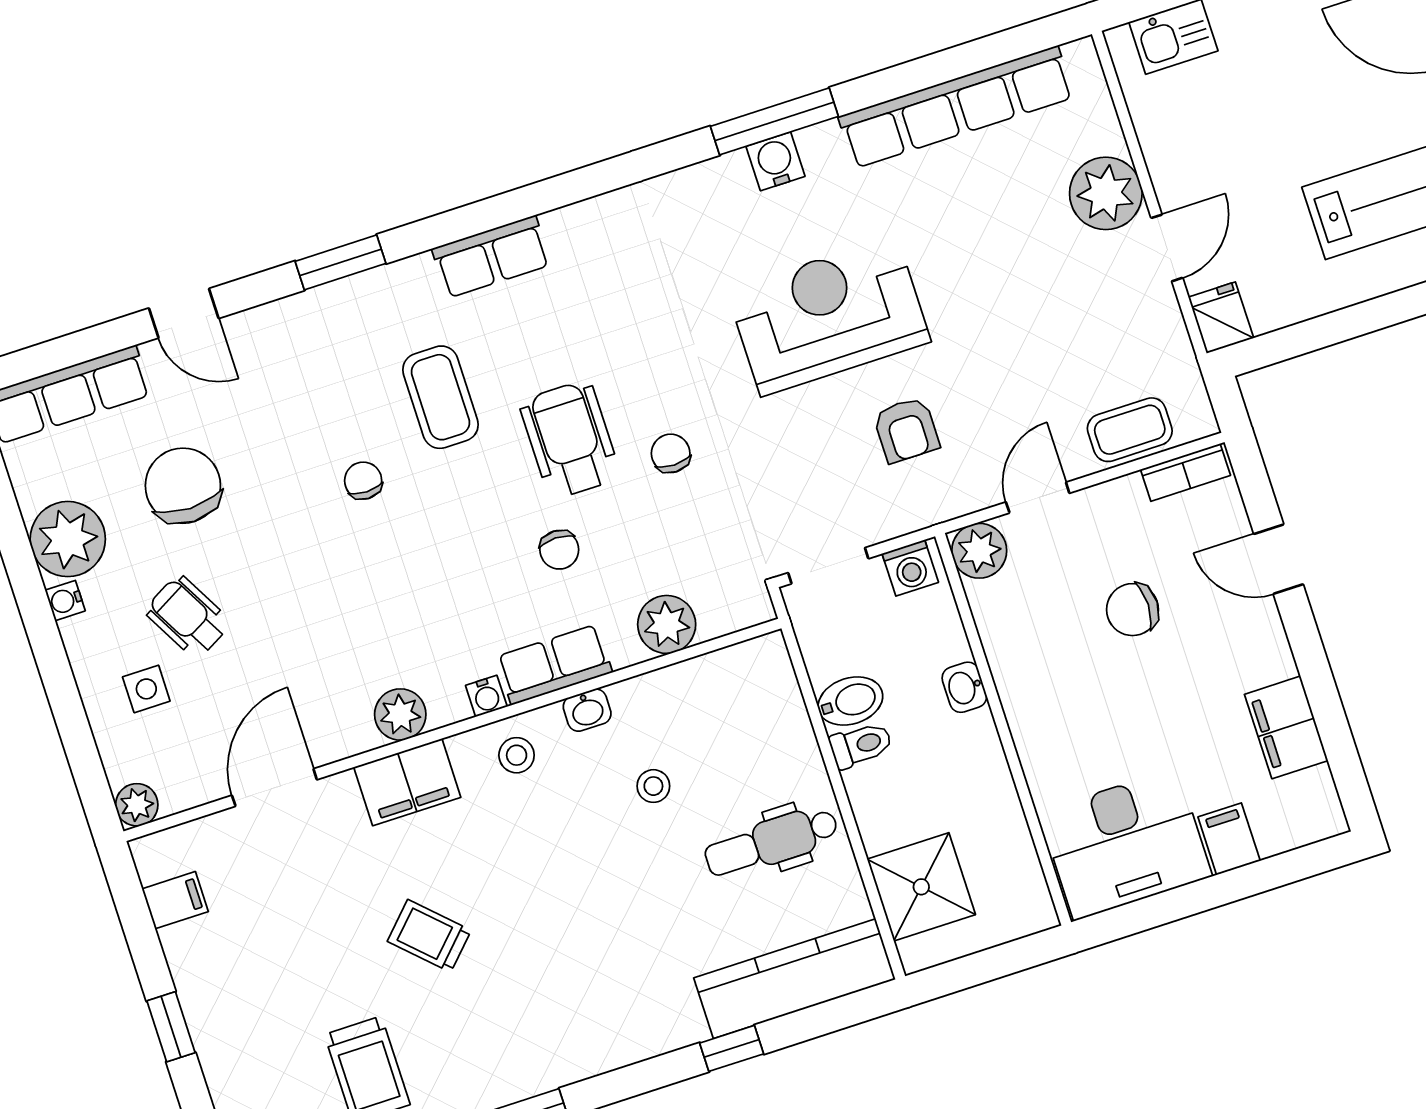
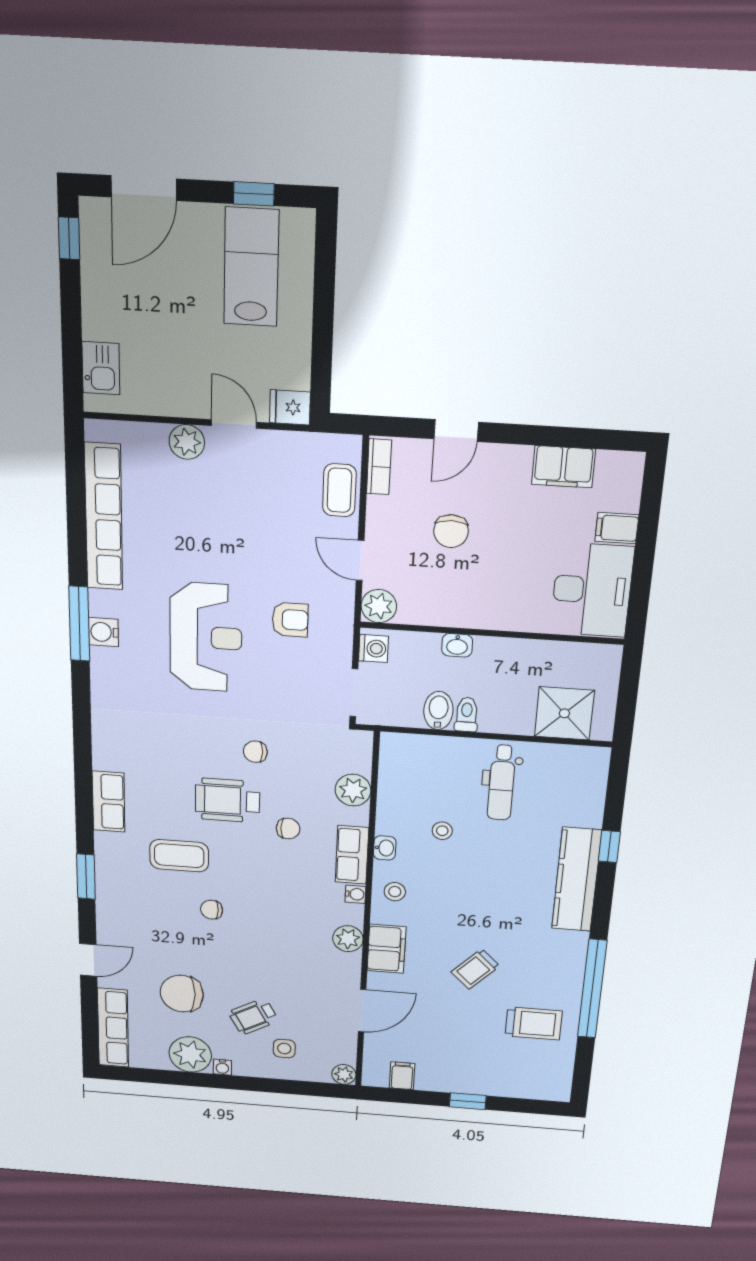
plant: (1106, 193) -> (187, 442), width x0.73, depth x0.73
reception desk: (829, 316) -> (206, 637), turned 180
door: (274, 788) -> (362, 1011), swing flipped
kitchen counter: (795, 979) -> (577, 880), moved

